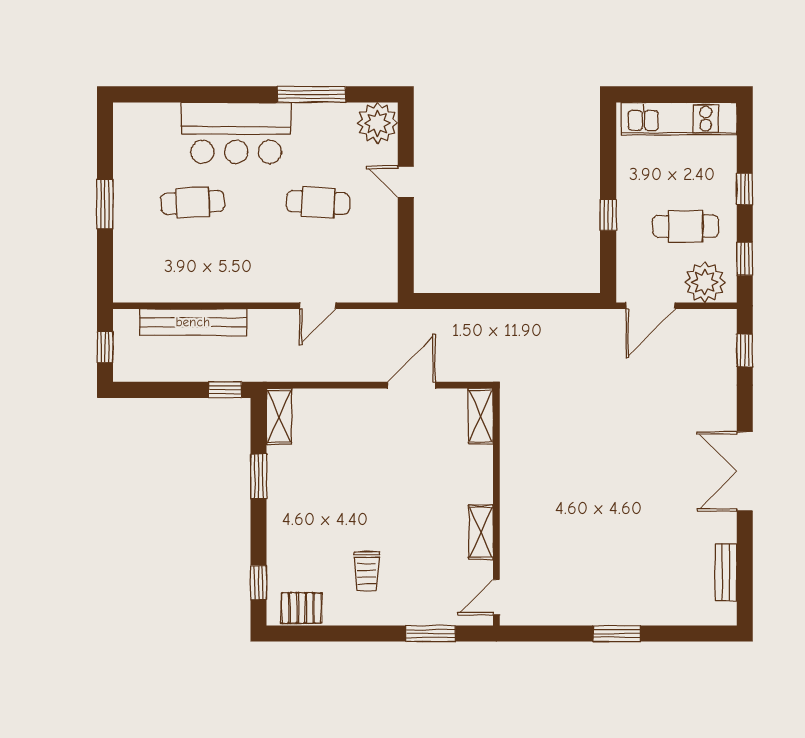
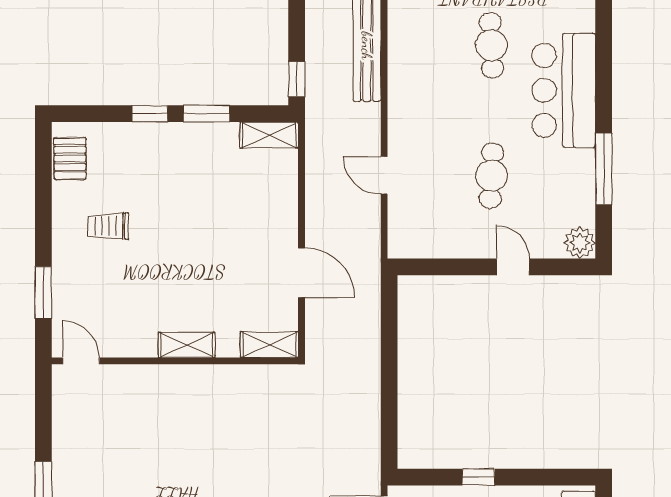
plant: (377, 123) -> (580, 243), width x0.73, depth x0.73
door: (406, 182) -> (513, 267), hinge flipped
shelving: (481, 532) -> (187, 345), moved
window: (259, 583) -> (150, 114), moved

